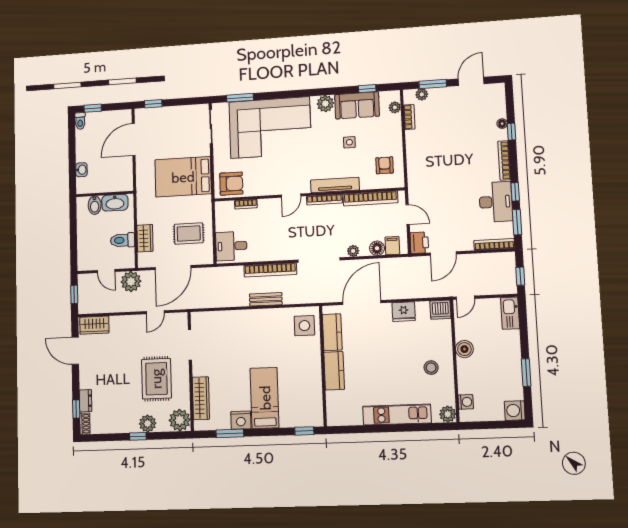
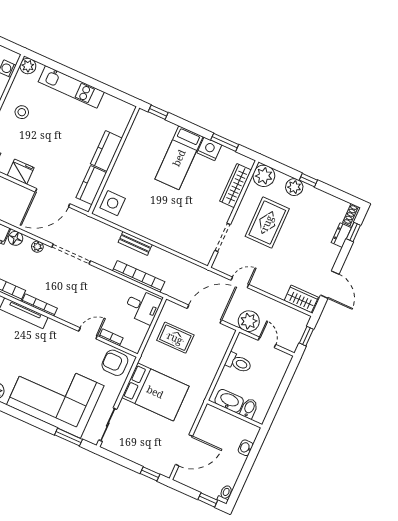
door: (291, 196) -> (88, 333), moved
wardrobe: (145, 238) -> (217, 354), removed
bookcase: (270, 270) -> (139, 276), moved

